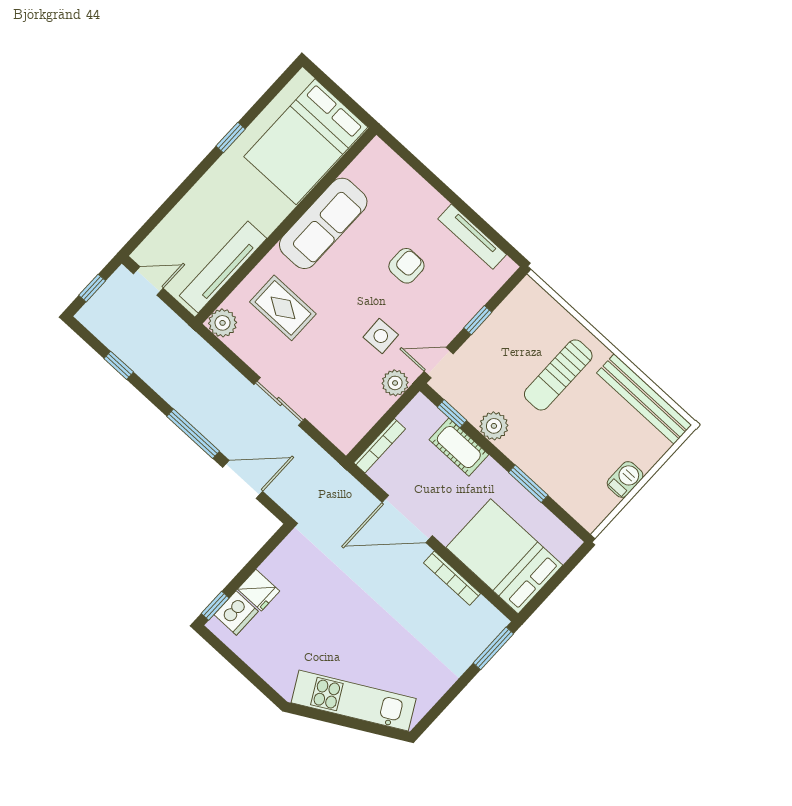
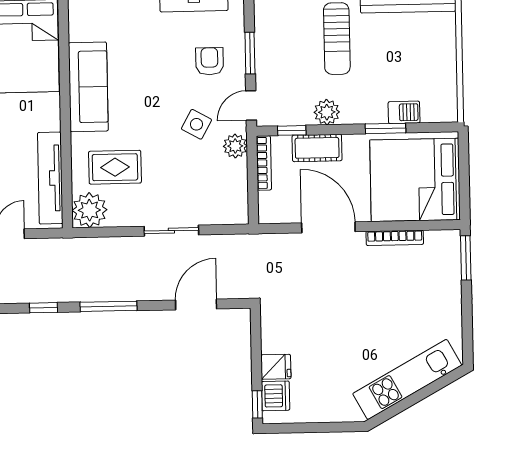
armchair: (406, 266) -> (210, 61), moved
window: (478, 320) -> (250, 53), width x1.50
plant: (223, 323) -> (89, 210), width x1.36, depth x1.36
side table: (381, 336) -> (196, 124), turned 31
window: (193, 434) -> (109, 306), moved
bookcase: (380, 446) -> (264, 163), moved
barbecue: (625, 479) -> (404, 112), moved, turned 90
door: (407, 519) -> (328, 227), swing flipped
bed: (504, 556) -> (415, 180), width x1.36

